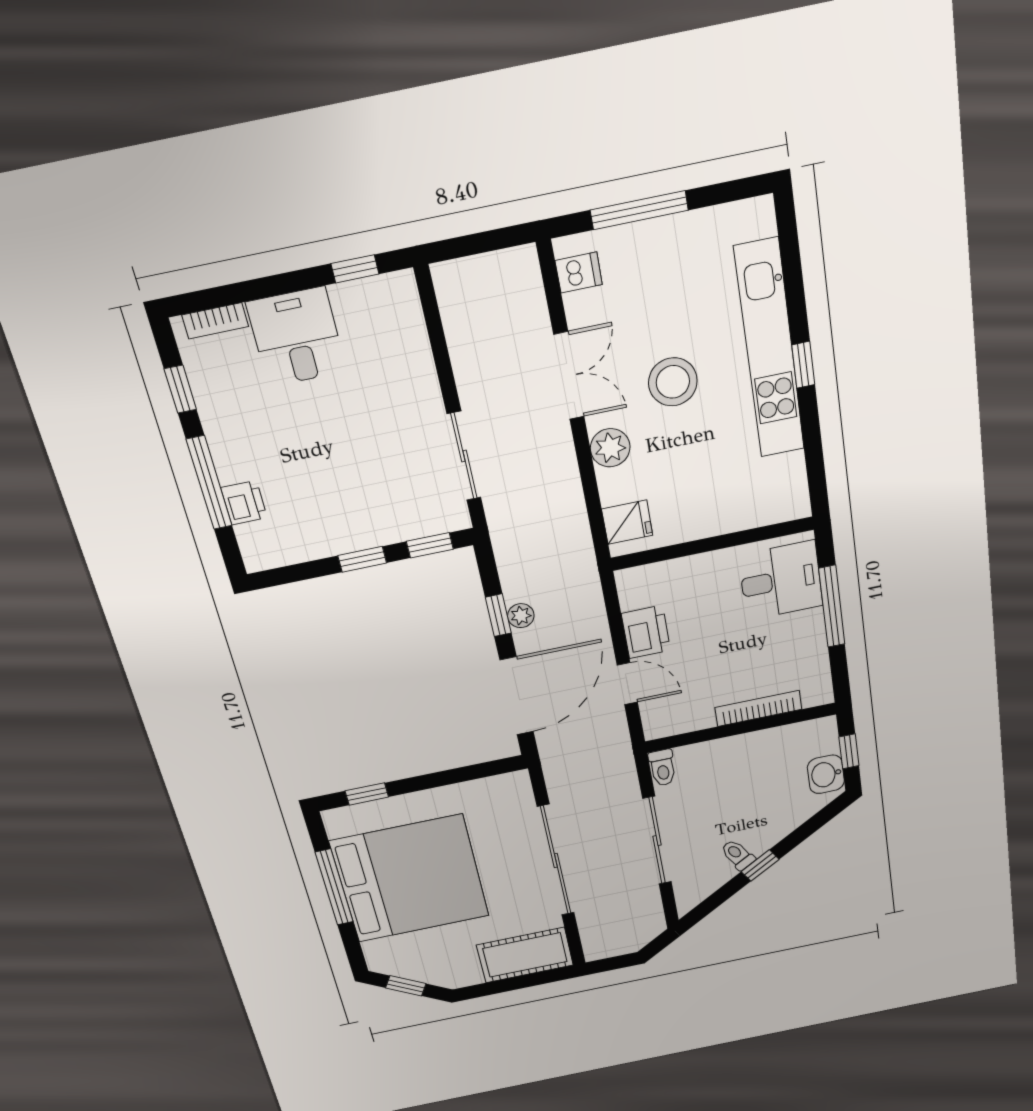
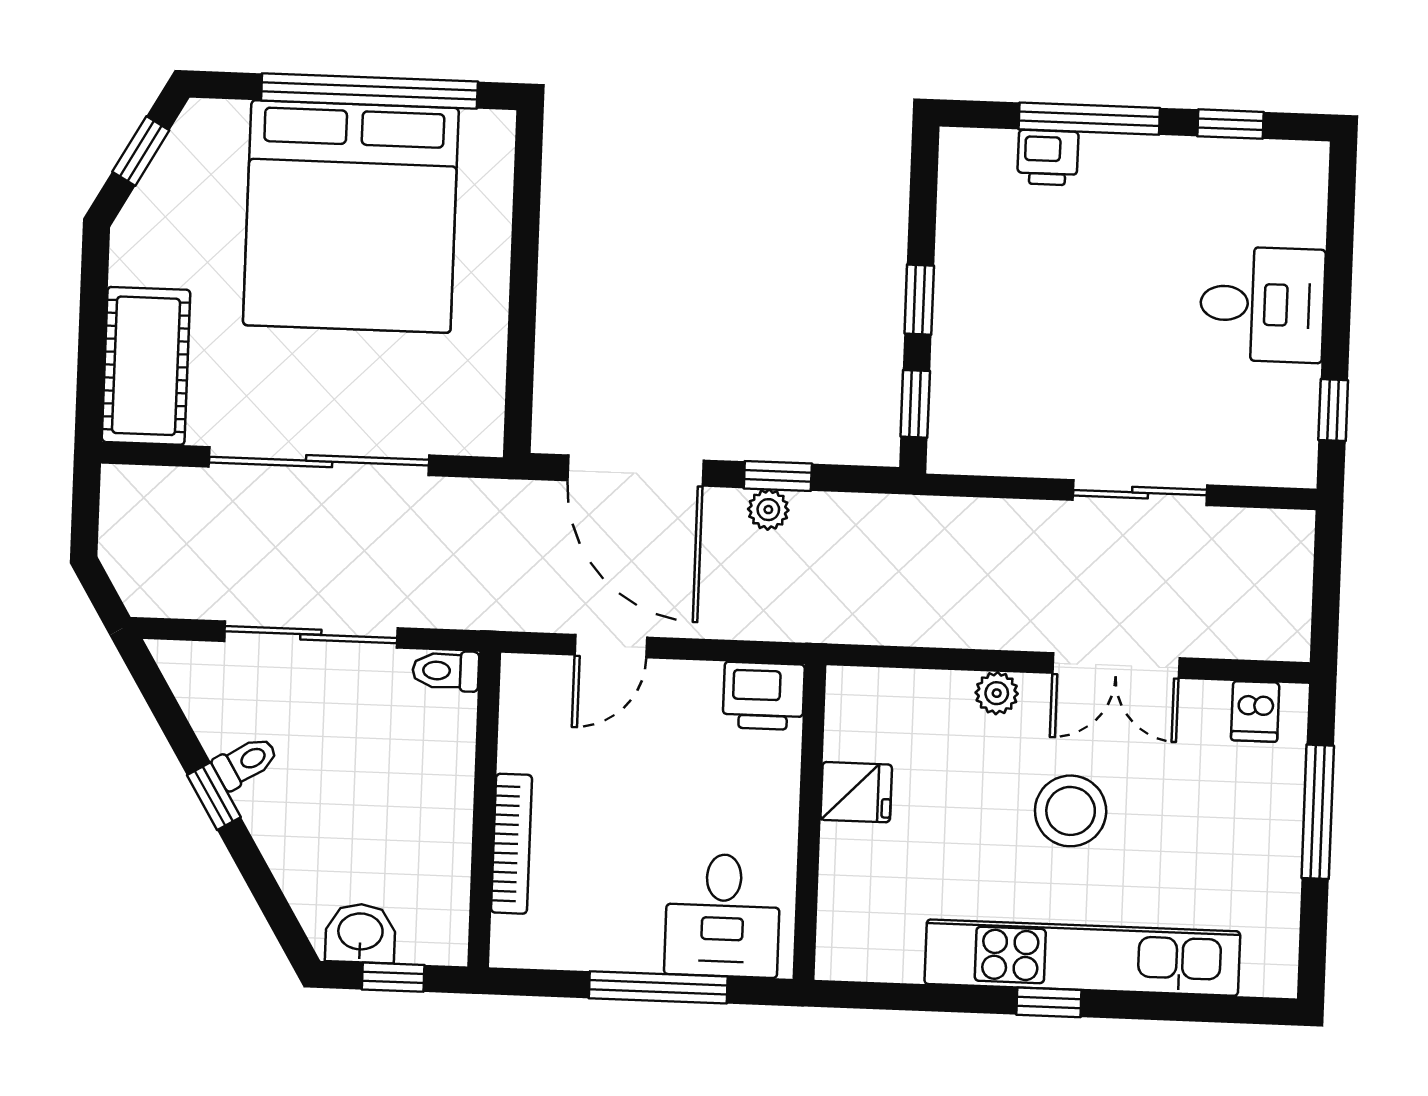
bookcase: (215, 321) -> (1310, 202), removed
plant: (610, 448) -> (997, 693), width x0.73, depth x0.73
sliding door: (464, 456) -> (1140, 493), moved
fridge: (627, 522) -> (856, 792), moved, turned -90
printer: (646, 632) -> (764, 696), moved
window: (367, 794) -> (527, 193), removed
window: (334, 887) -> (369, 91), width x1.46

